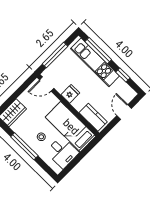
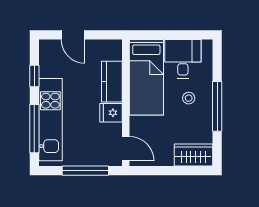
door: (124, 112) -> (73, 35), hinge flipped
kitchen counter: (93, 117) -> (112, 82), moved

